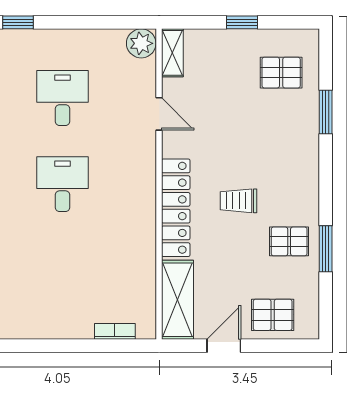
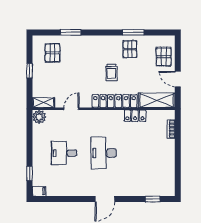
desk: (63, 184) -> (104, 153), width x1.37
locker: (144, 252) -> (135, 116), added

